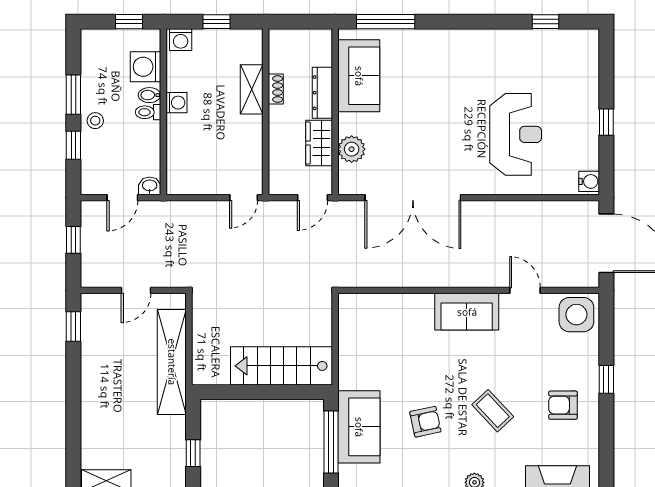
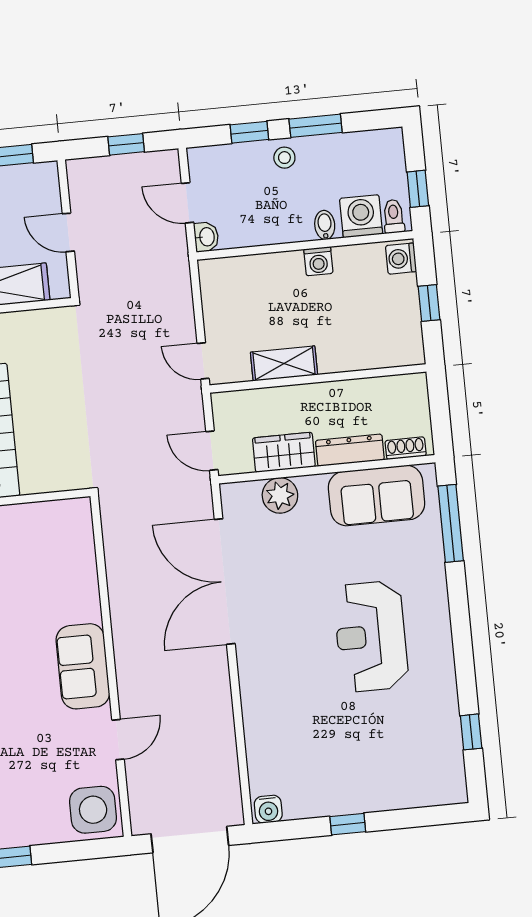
shelving: (252, 89) -> (284, 363), moved
shoe rack: (276, 89) -> (406, 448), moved, turned 180
toilet: (148, 112) -> (394, 216), moved
reception desk: (516, 134) -> (371, 636), moved, turned 90

